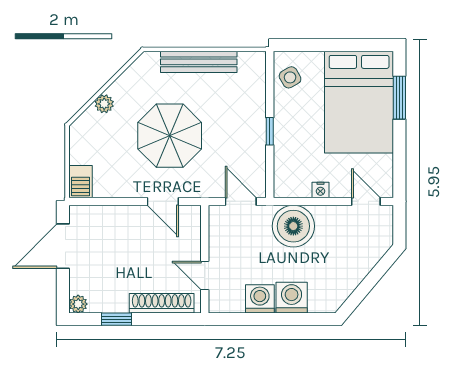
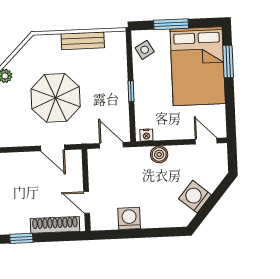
window: (326, 45) -> (171, 24), added
bench: (199, 62) -> (83, 41), width x0.73
nightstand: (320, 190) -> (146, 135), moved
boiler: (293, 226) -> (159, 154), width x0.54, depth x0.54
washing machine: (292, 298) -> (195, 197), moved, turned -50

